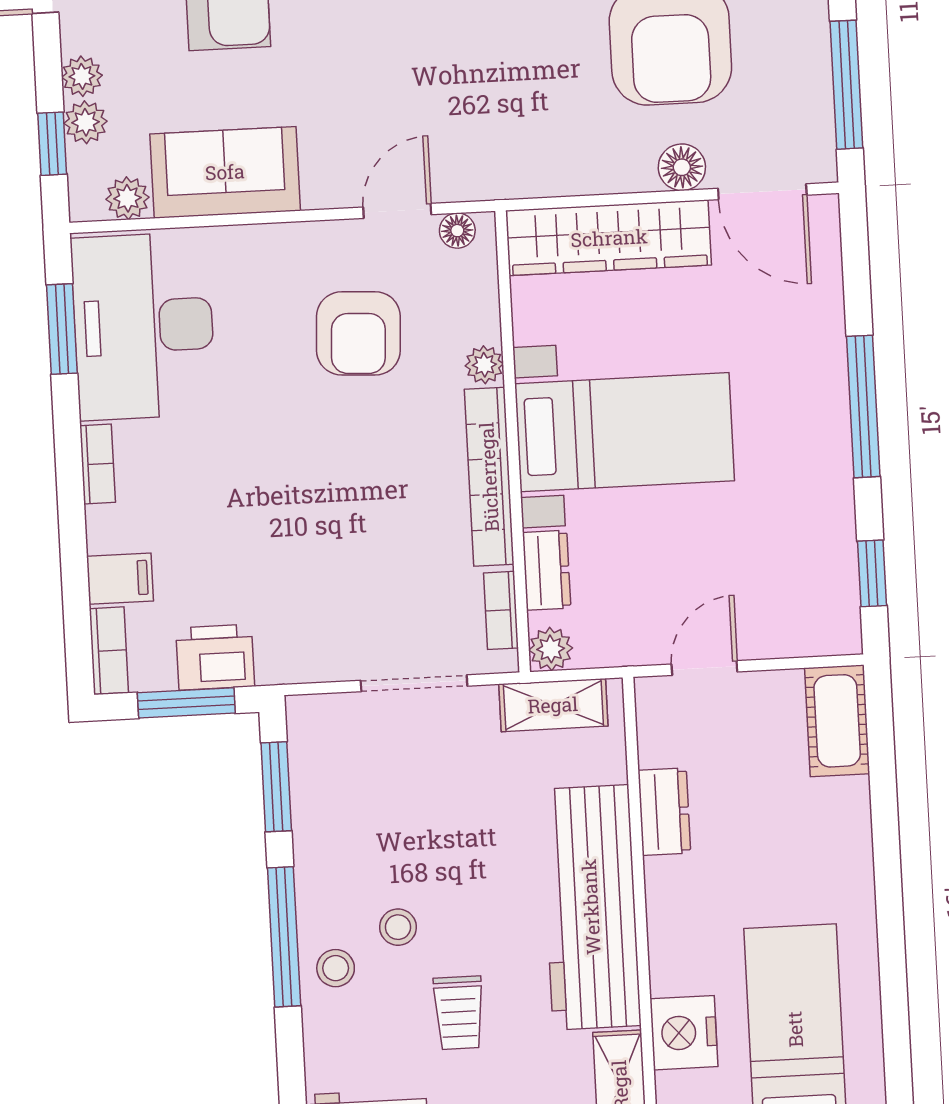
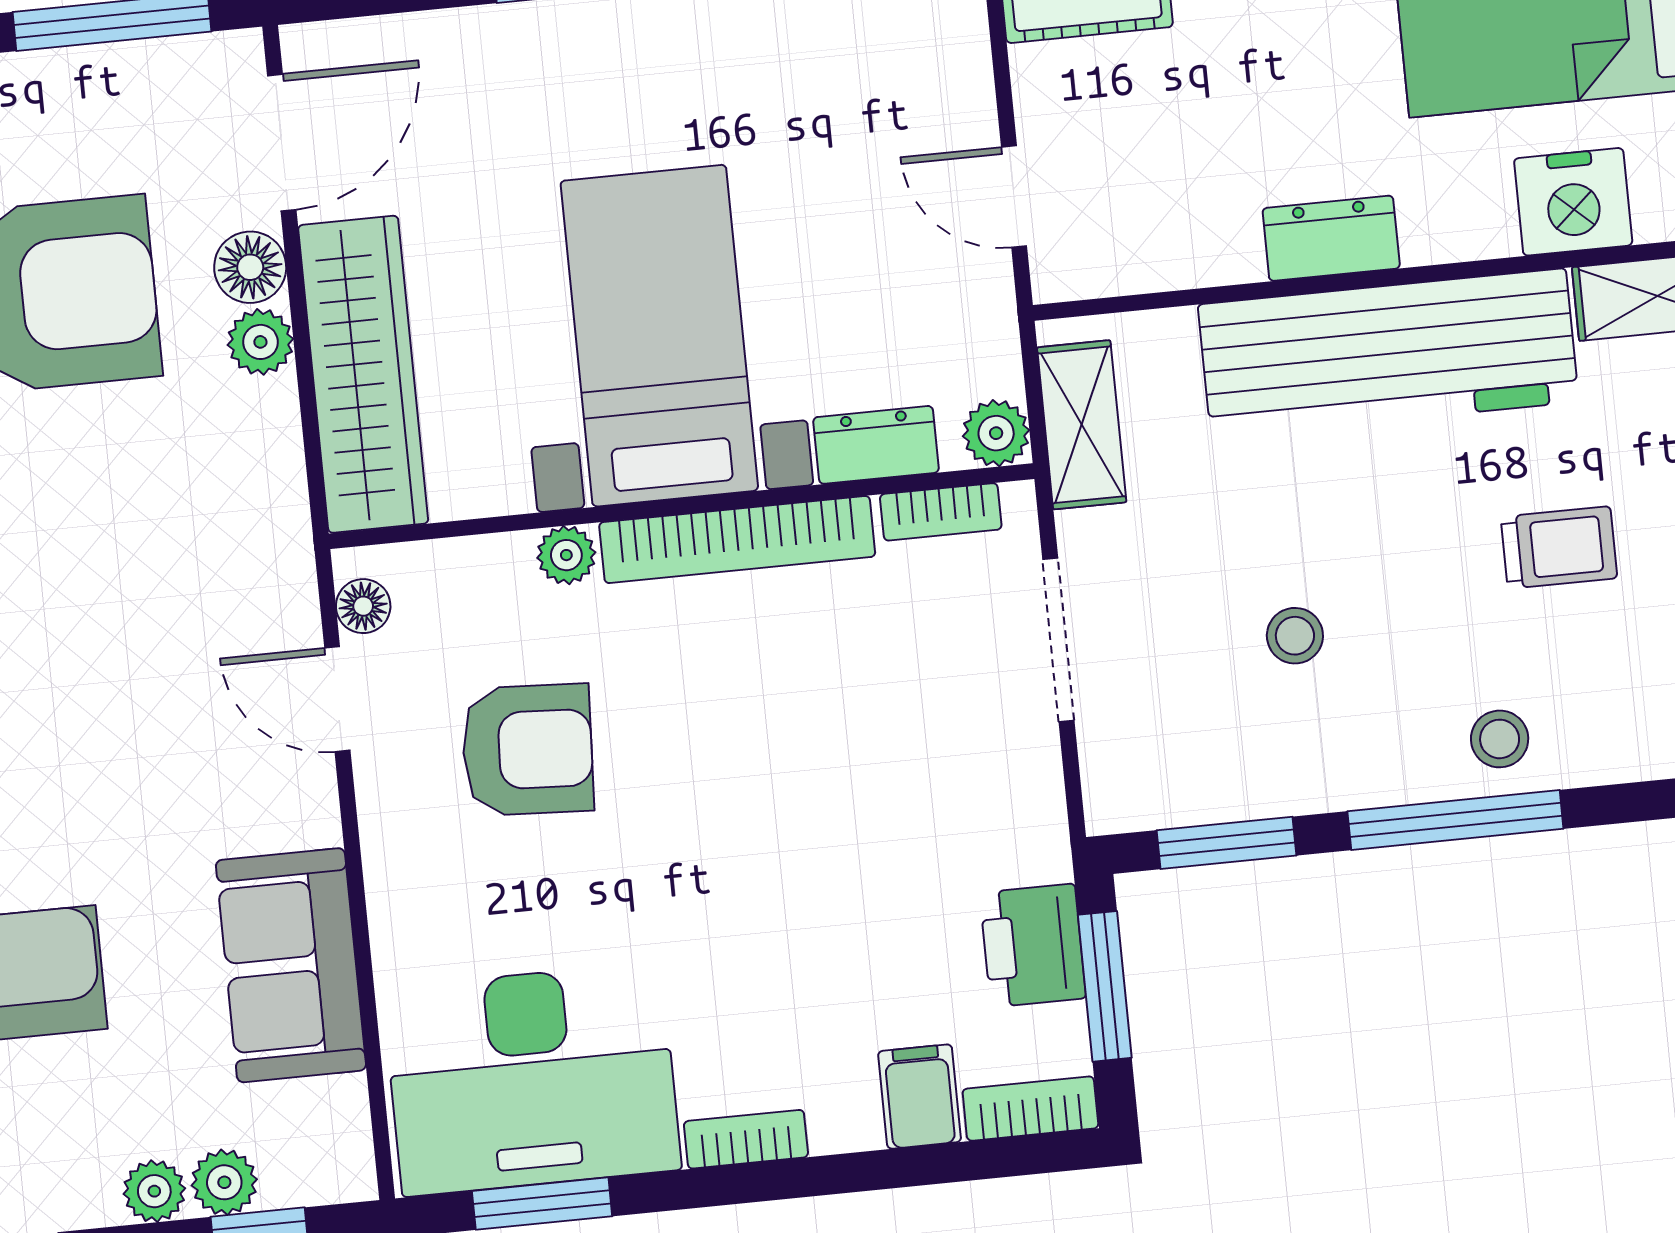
plant: (127, 198) -> (260, 342), moved
dresser: (664, 812) -> (1331, 238), moved
stool: (398, 927) -> (1295, 636), moved

